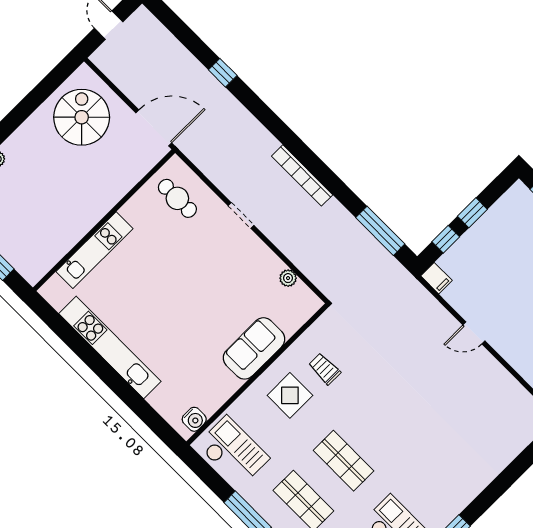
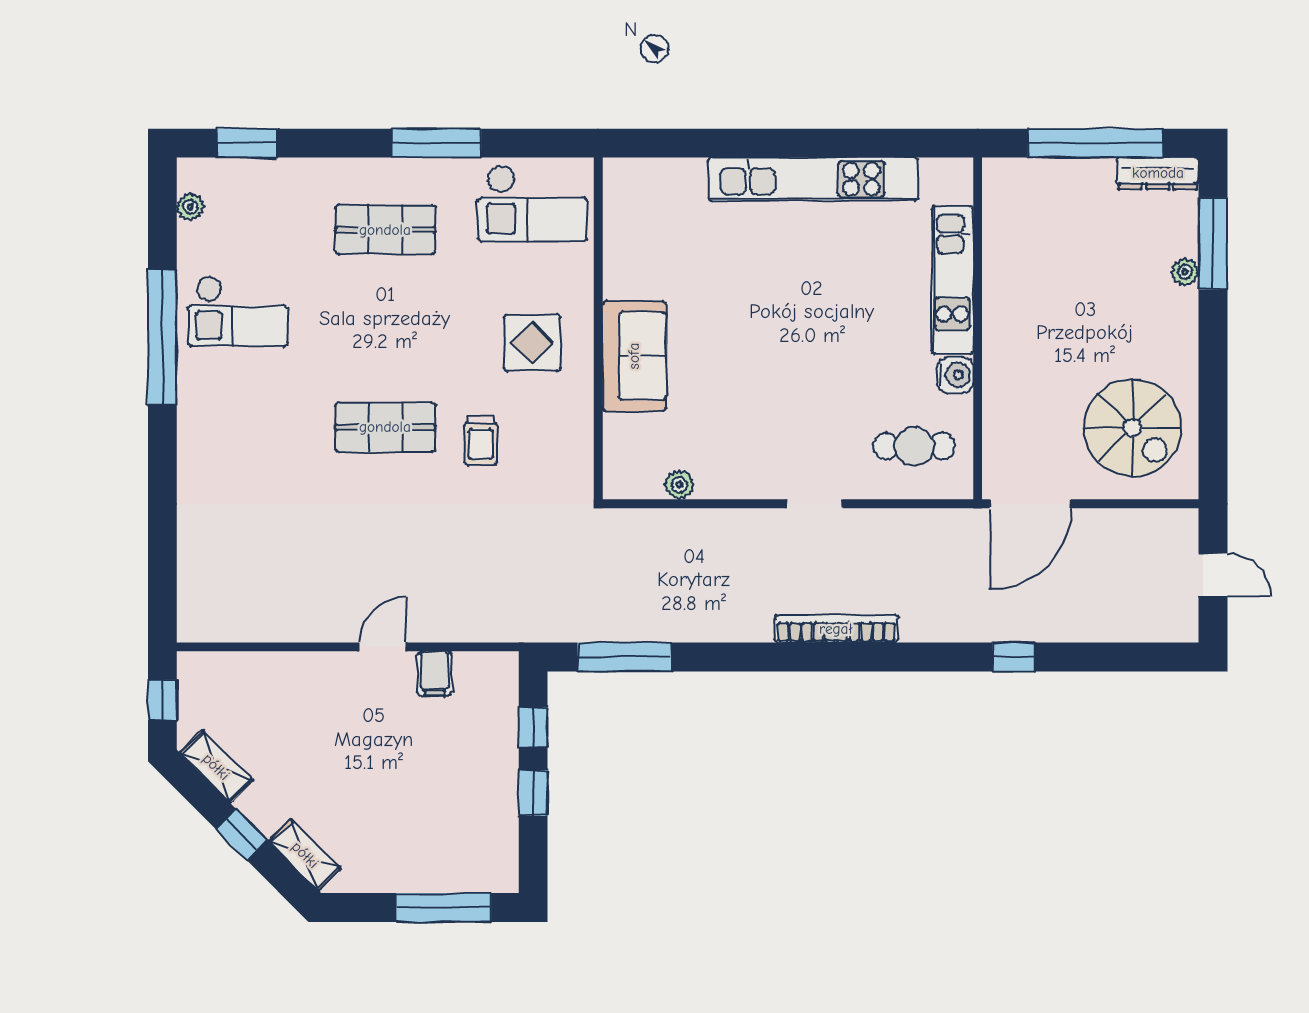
bookcase: (302, 175) -> (836, 629), moved
filing cabinet: (436, 278) -> (435, 674), moved, turned -90
trolley: (325, 369) -> (481, 440), moved, turned 90
water cooler: (194, 419) -> (955, 375), moved, turned 180
shop shelf: (344, 461) -> (385, 427), moved

